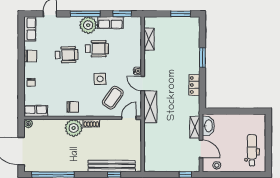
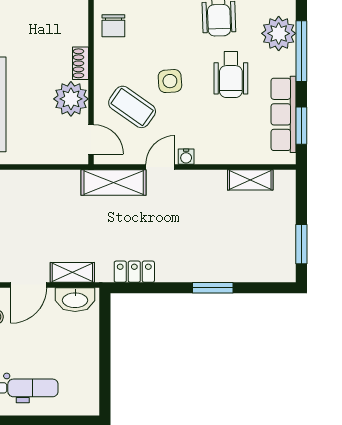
row of seats: (110, 23) -> (284, 114), width x1.48
plant: (88, 25) -> (279, 33), moved
locker: (194, 85) -> (134, 272), moved
plant: (74, 128) -> (71, 99), moved

